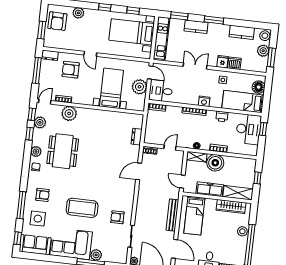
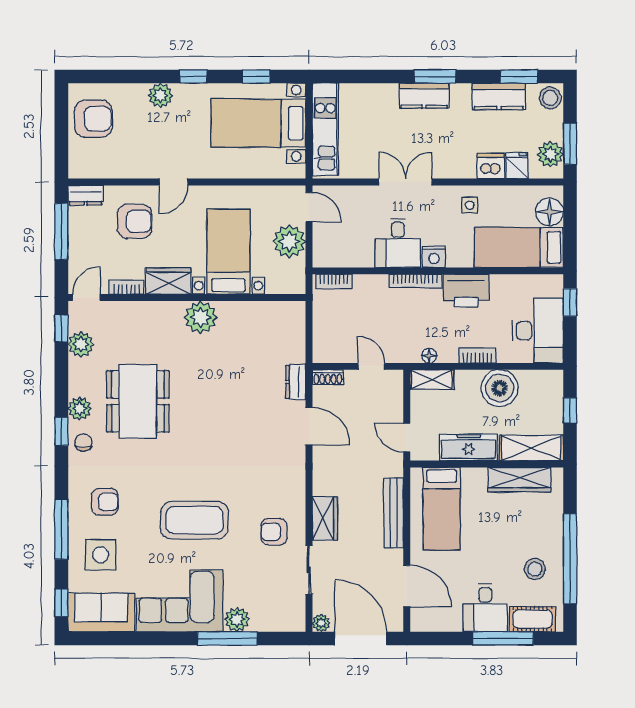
plant: (78, 13) -> (160, 95), moved
window: (179, 16) -> (519, 76), moved
armchair: (57, 21) -> (93, 119), turned -91
kitchen counter: (196, 27) -> (424, 96), moved
window: (42, 30) -> (61, 142), removed
plant: (263, 51) -> (550, 154), moved
door: (90, 54) -> (174, 182), hinge flipped
fridge: (223, 62) -> (517, 166), moved
armchair: (71, 70) -> (135, 221), turned 180
desk: (161, 91) -> (398, 243), moved, turned -90
wardrobe: (83, 98) -> (168, 281), added
plant: (69, 113) -> (201, 317), moved
printer: (222, 116) -> (466, 291), width x1.87, depth x1.48
desk: (248, 129) -> (538, 331), moved
window: (30, 134) -> (61, 431), moved
dresser: (137, 137) -> (296, 382), moved
door: (170, 148) -> (371, 366), hinge flipped
boiler: (215, 163) -> (500, 388), moved
door: (139, 171) -> (309, 426), swing flipped
wardrobe: (141, 214) -> (325, 518), added
stool: (242, 231) -> (535, 569), moved

